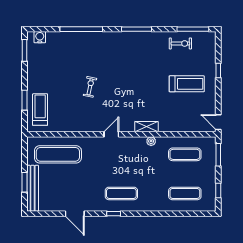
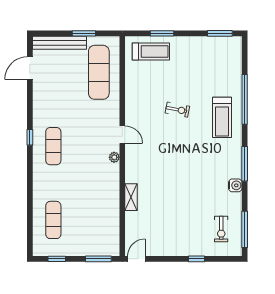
water cooler: (40, 37) -> (235, 185), moved
exercise bike: (180, 43) -> (221, 229), moved
treadmill: (187, 84) -> (222, 117), moved
shelving: (146, 127) -> (131, 197), moved
plant: (151, 141) -> (114, 157), moved
exercise mat: (185, 154) -> (99, 220), removed
window: (24, 182) -> (84, 33), moved
door: (75, 214) -> (30, 68), moved

